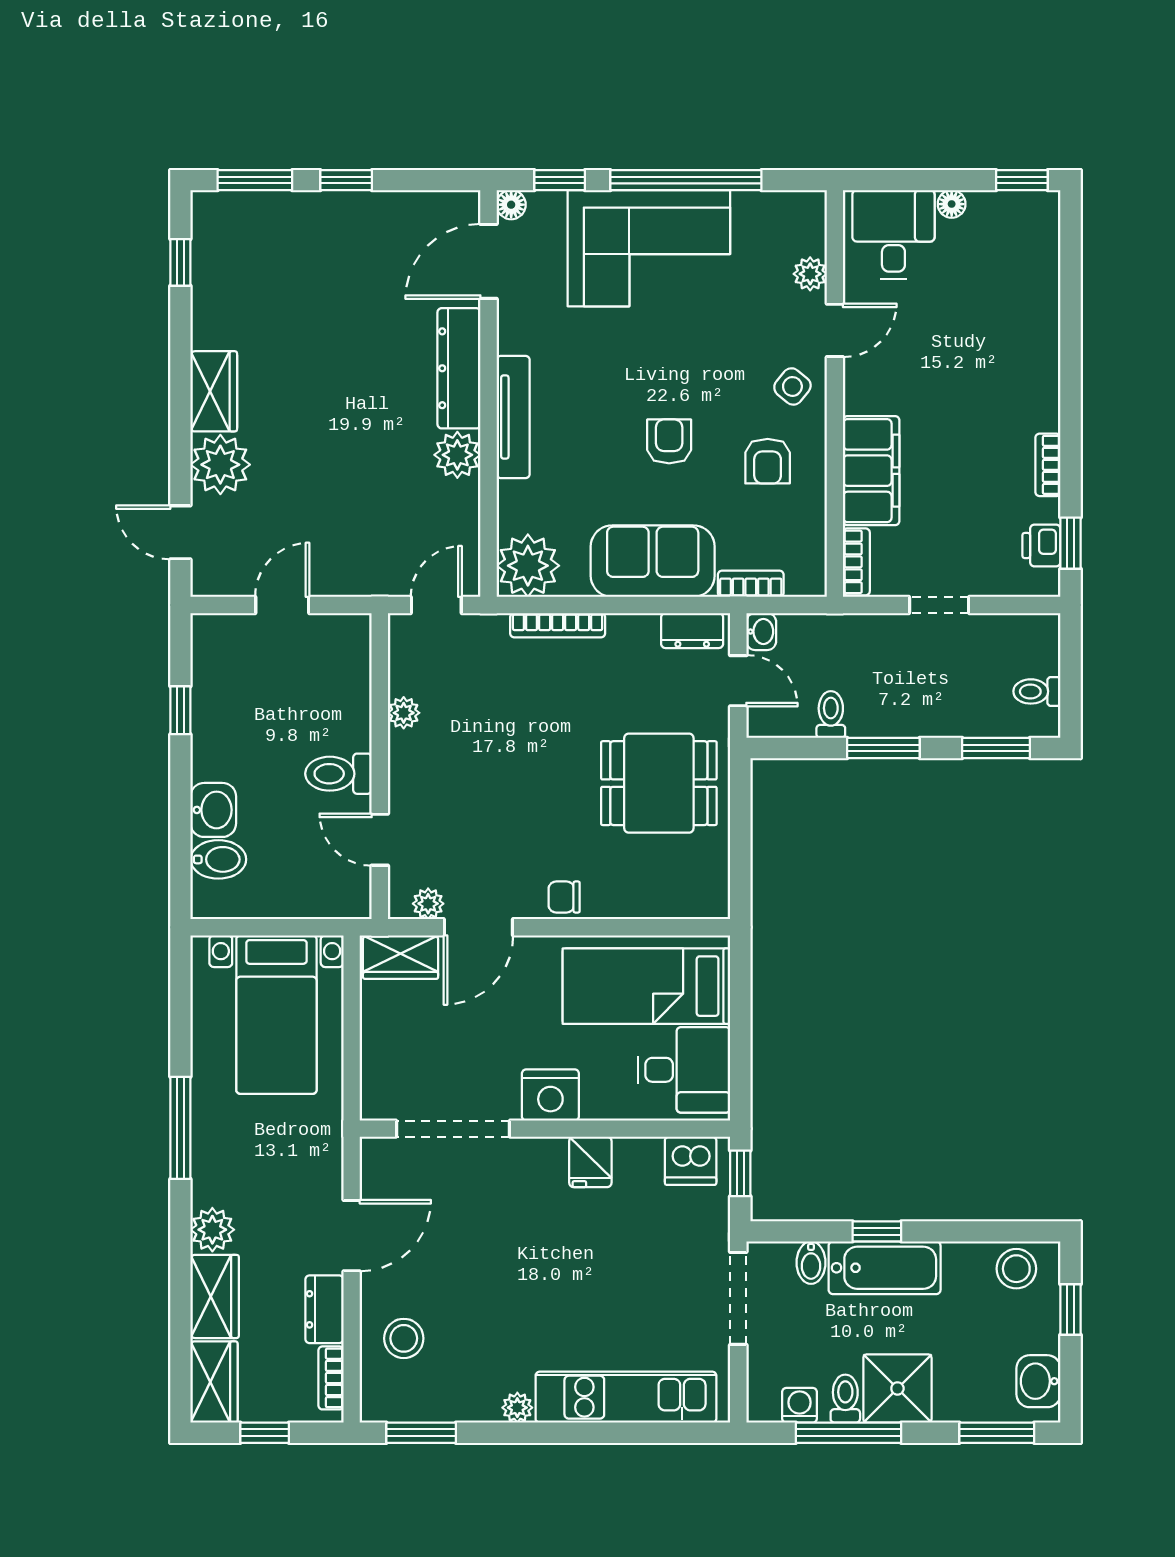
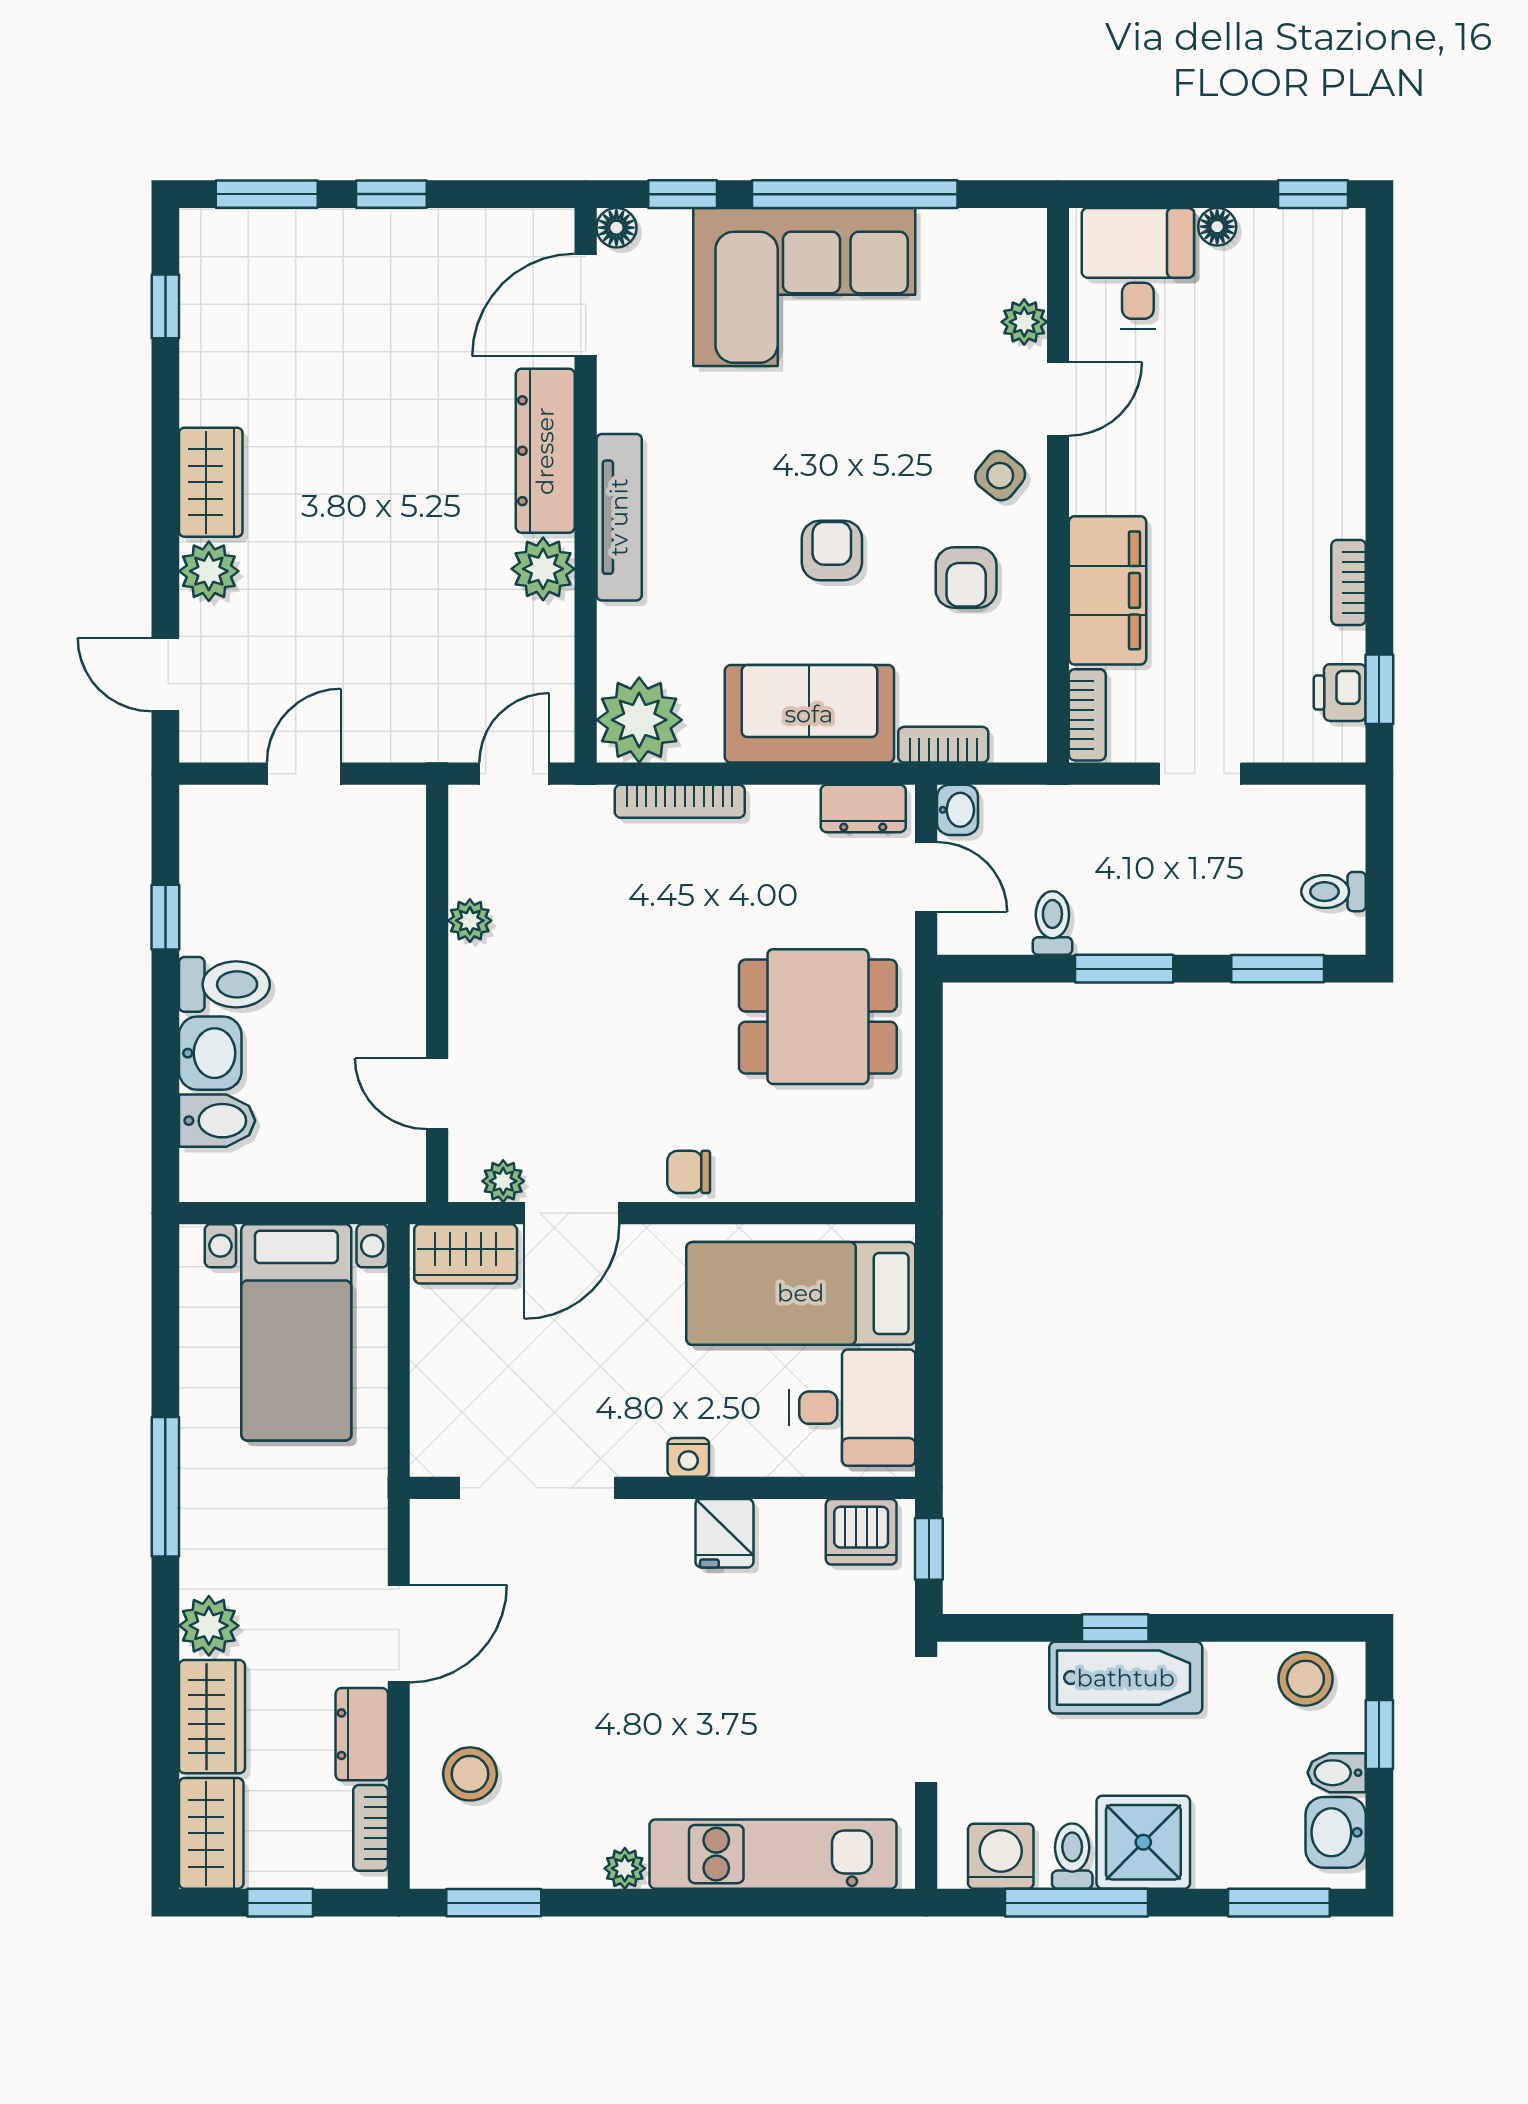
plant: (220, 465) -> (209, 571), width x0.73, depth x0.73
toilet: (338, 774) -> (224, 984), moved, turned 180
nightstand: (550, 1095) -> (688, 1457), width x0.53, depth x0.56
bidet: (811, 1263) -> (1337, 1773), moved, turned 90
washing machine: (800, 1405) -> (1001, 1856), width x1.38, depth x1.38

